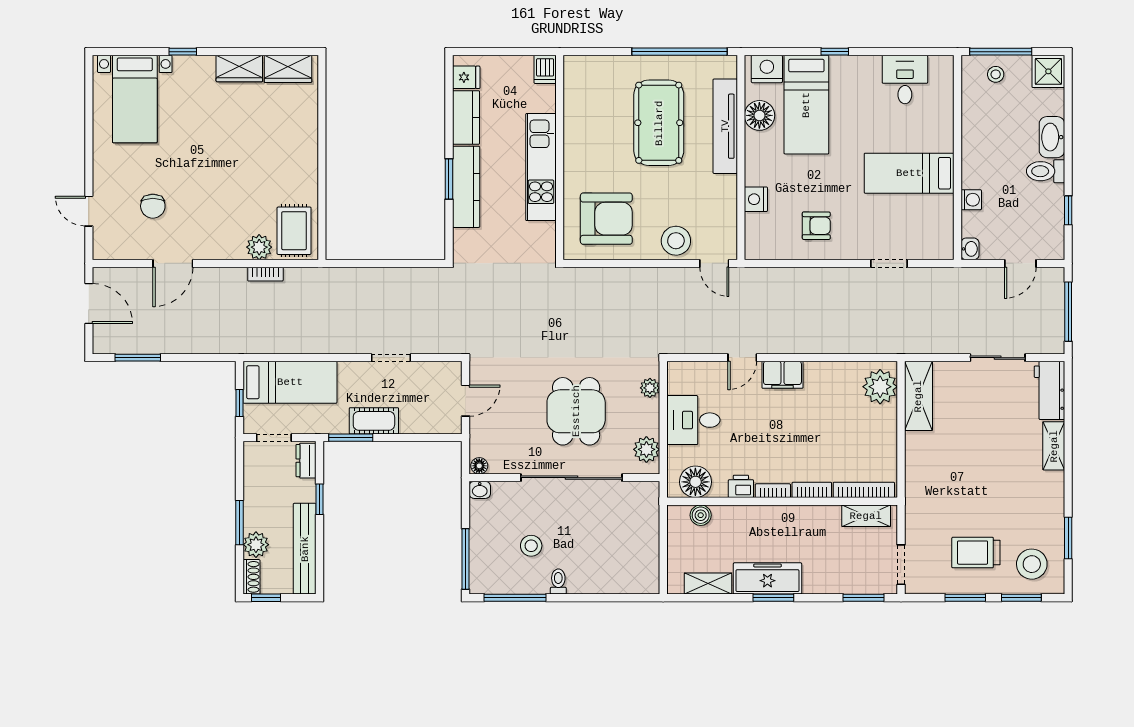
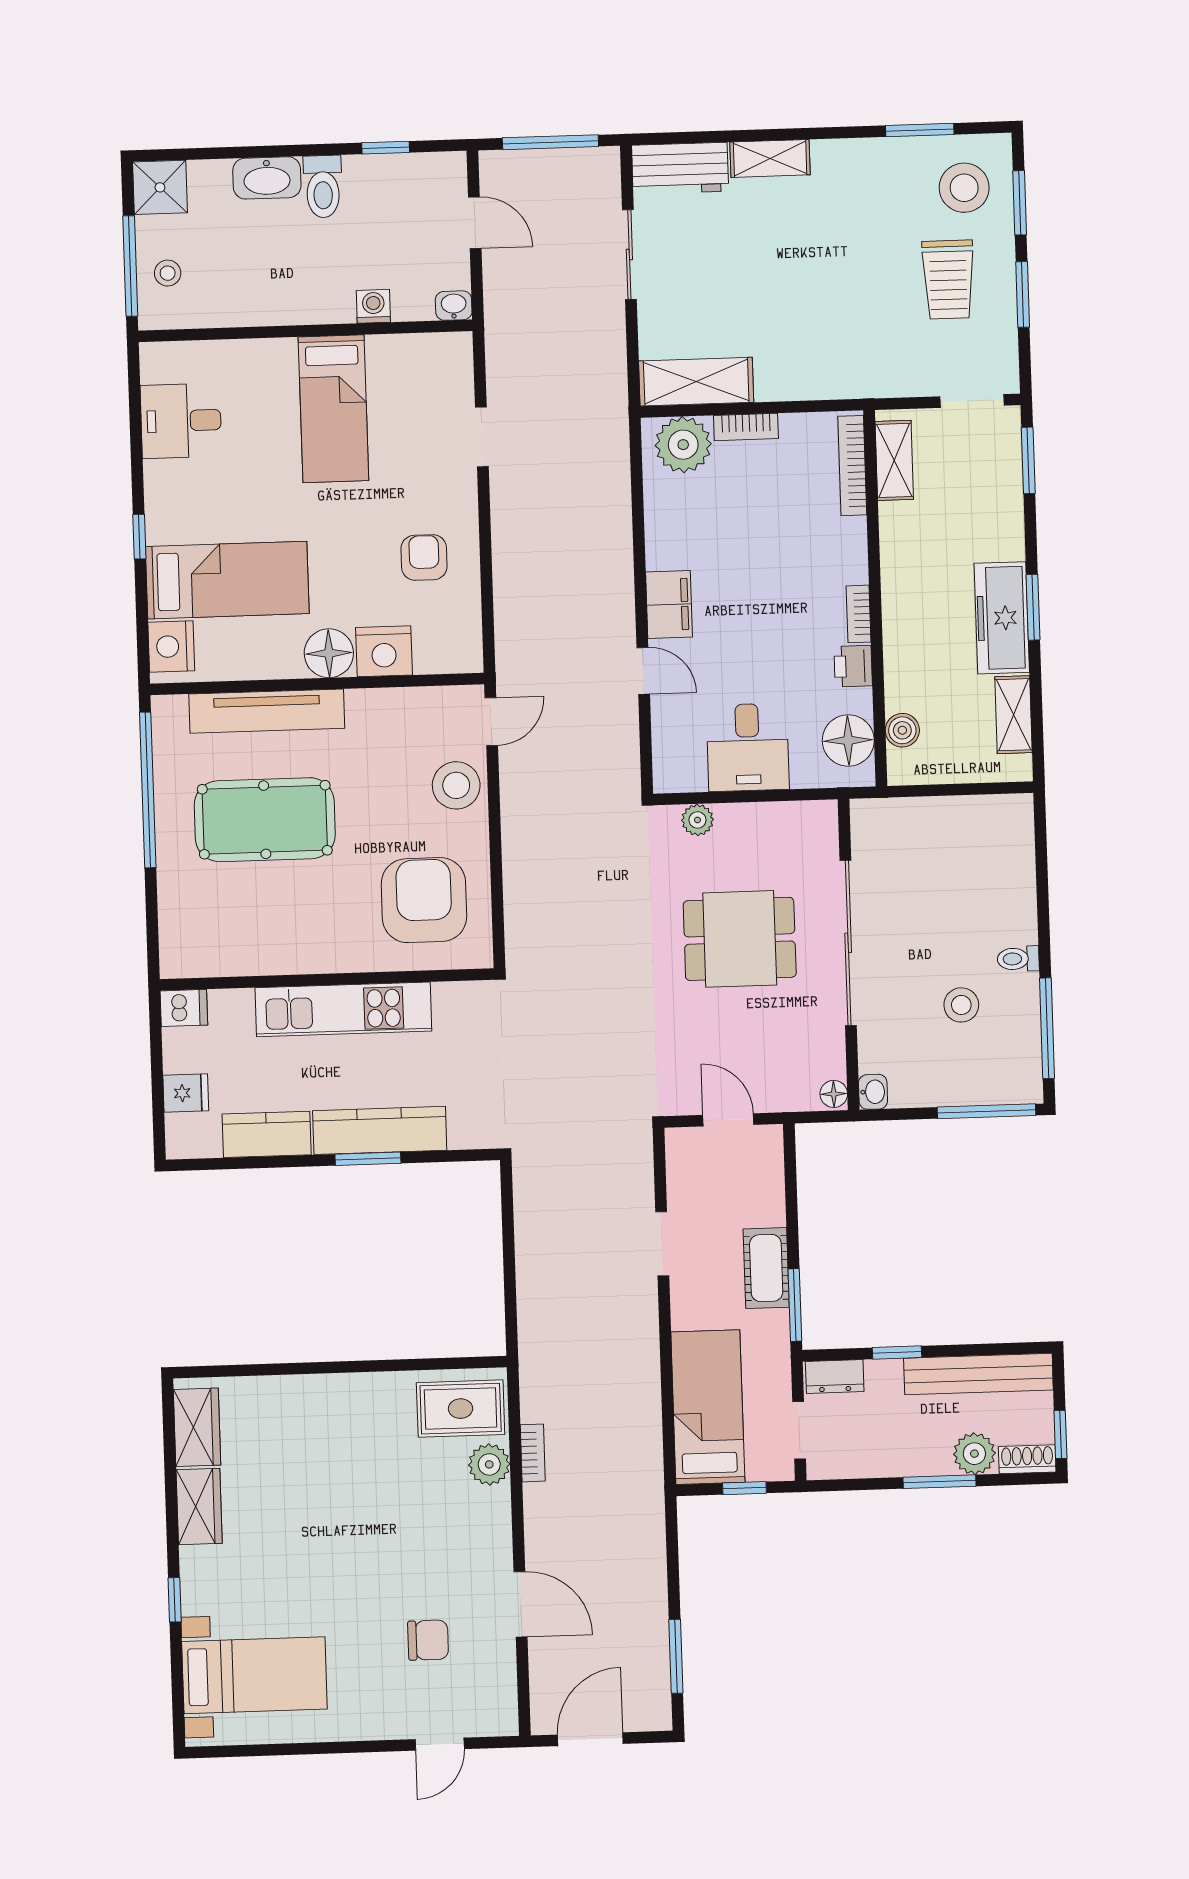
fridge: (466, 77) -> (186, 1093), moved, turned 90
floor lamp: (759, 115) -> (329, 653), moved
nightstand: (756, 199) -> (384, 651), width x1.36, depth x1.33
plant: (646, 449) -> (798, 822), removed
bookcase: (812, 490) -> (746, 427), moved, turned -90

